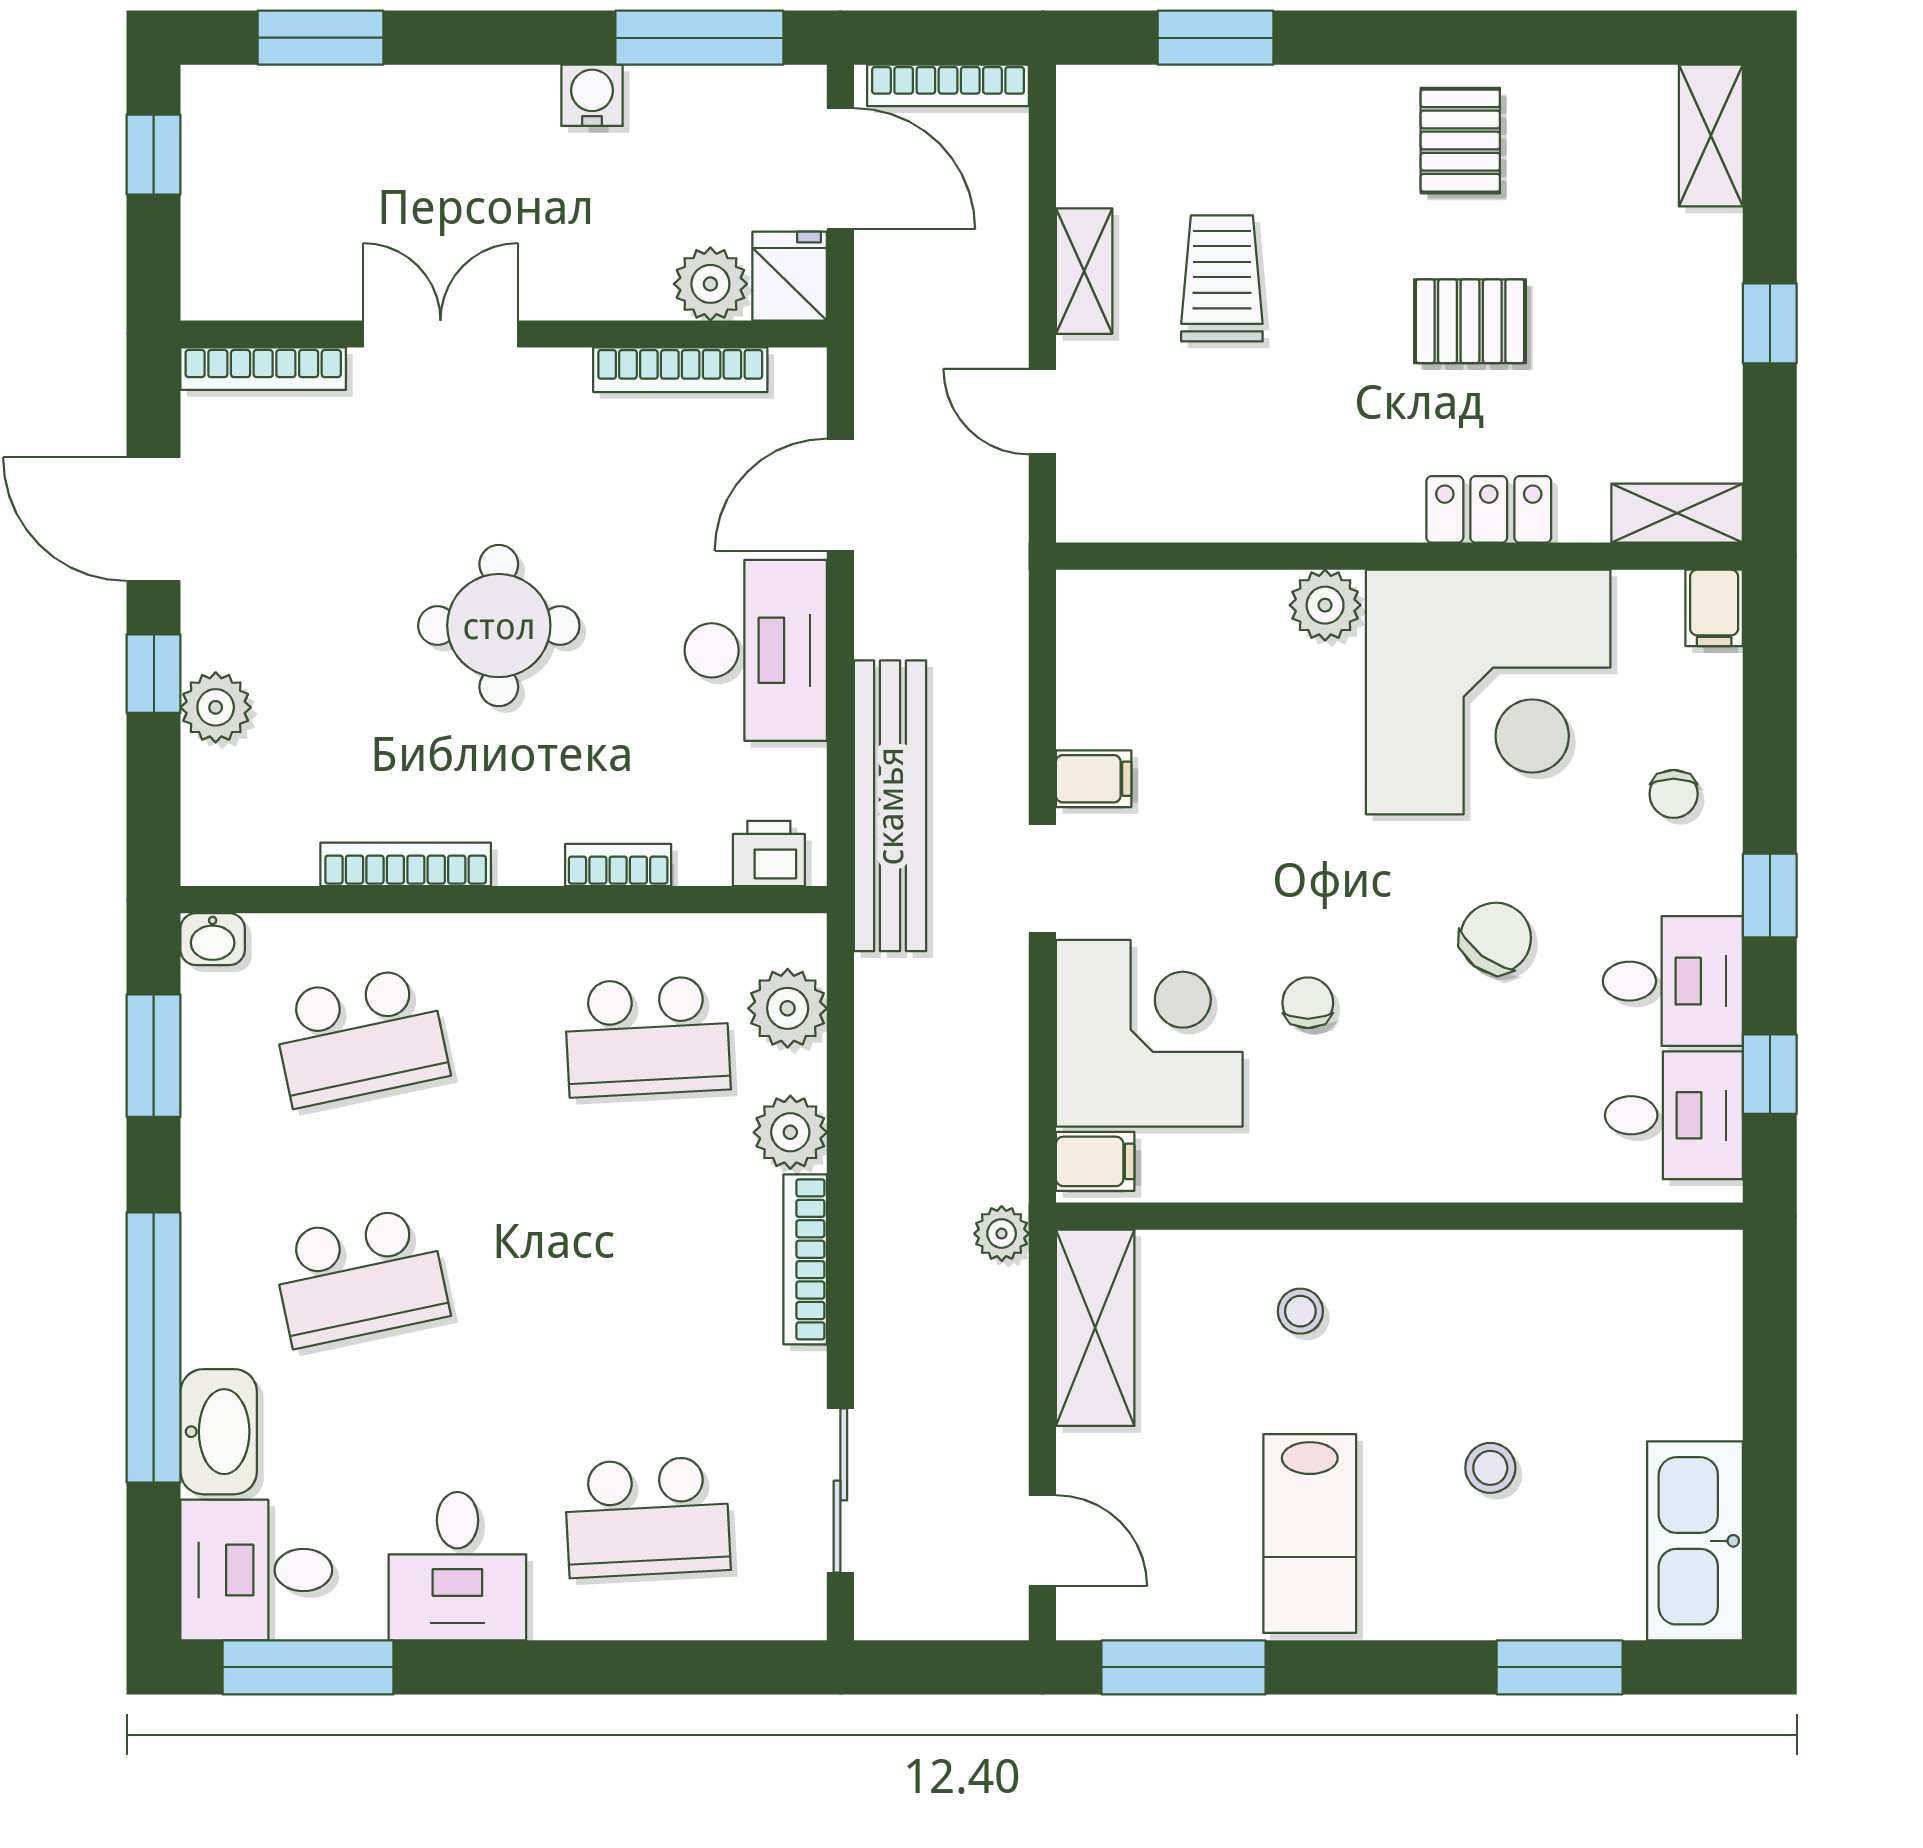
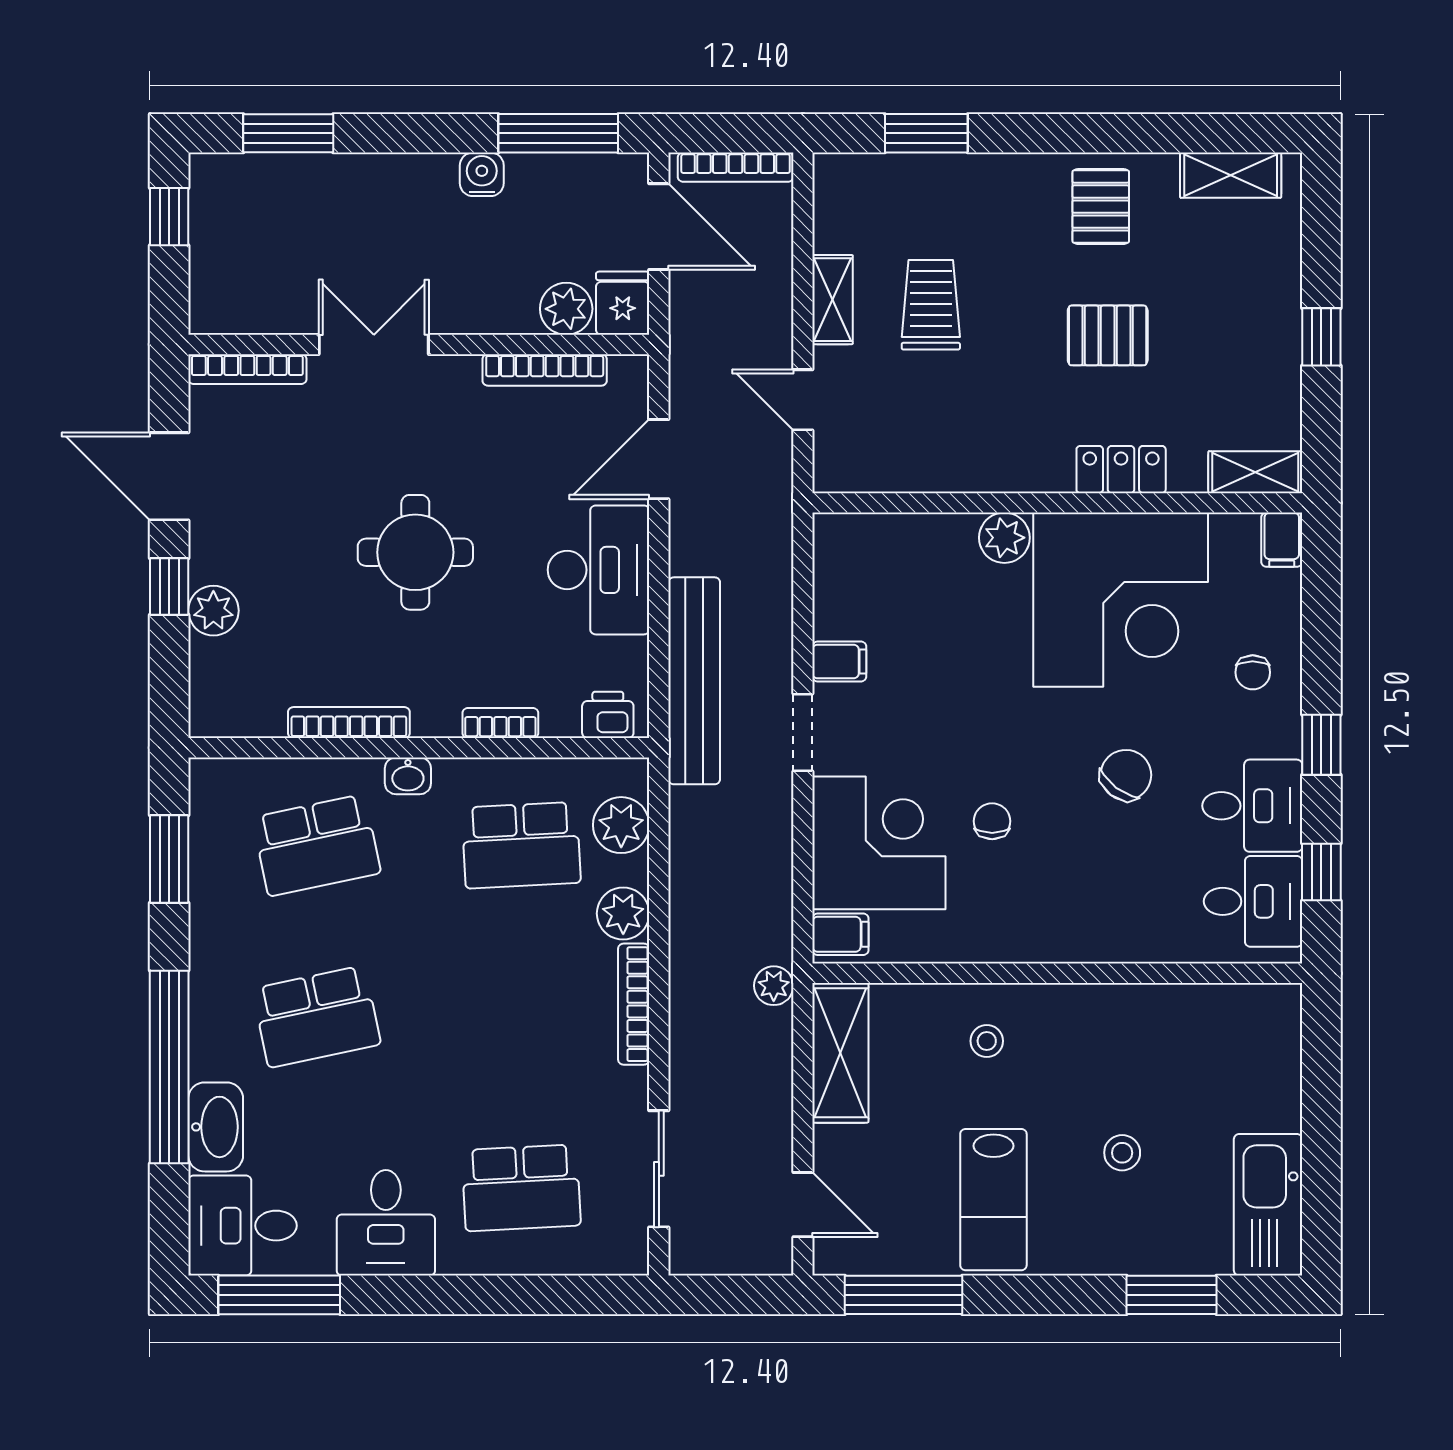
shelving: (1711, 136) -> (1231, 175), moved, turned 90
washbasin: (213, 939) -> (408, 776), moved

